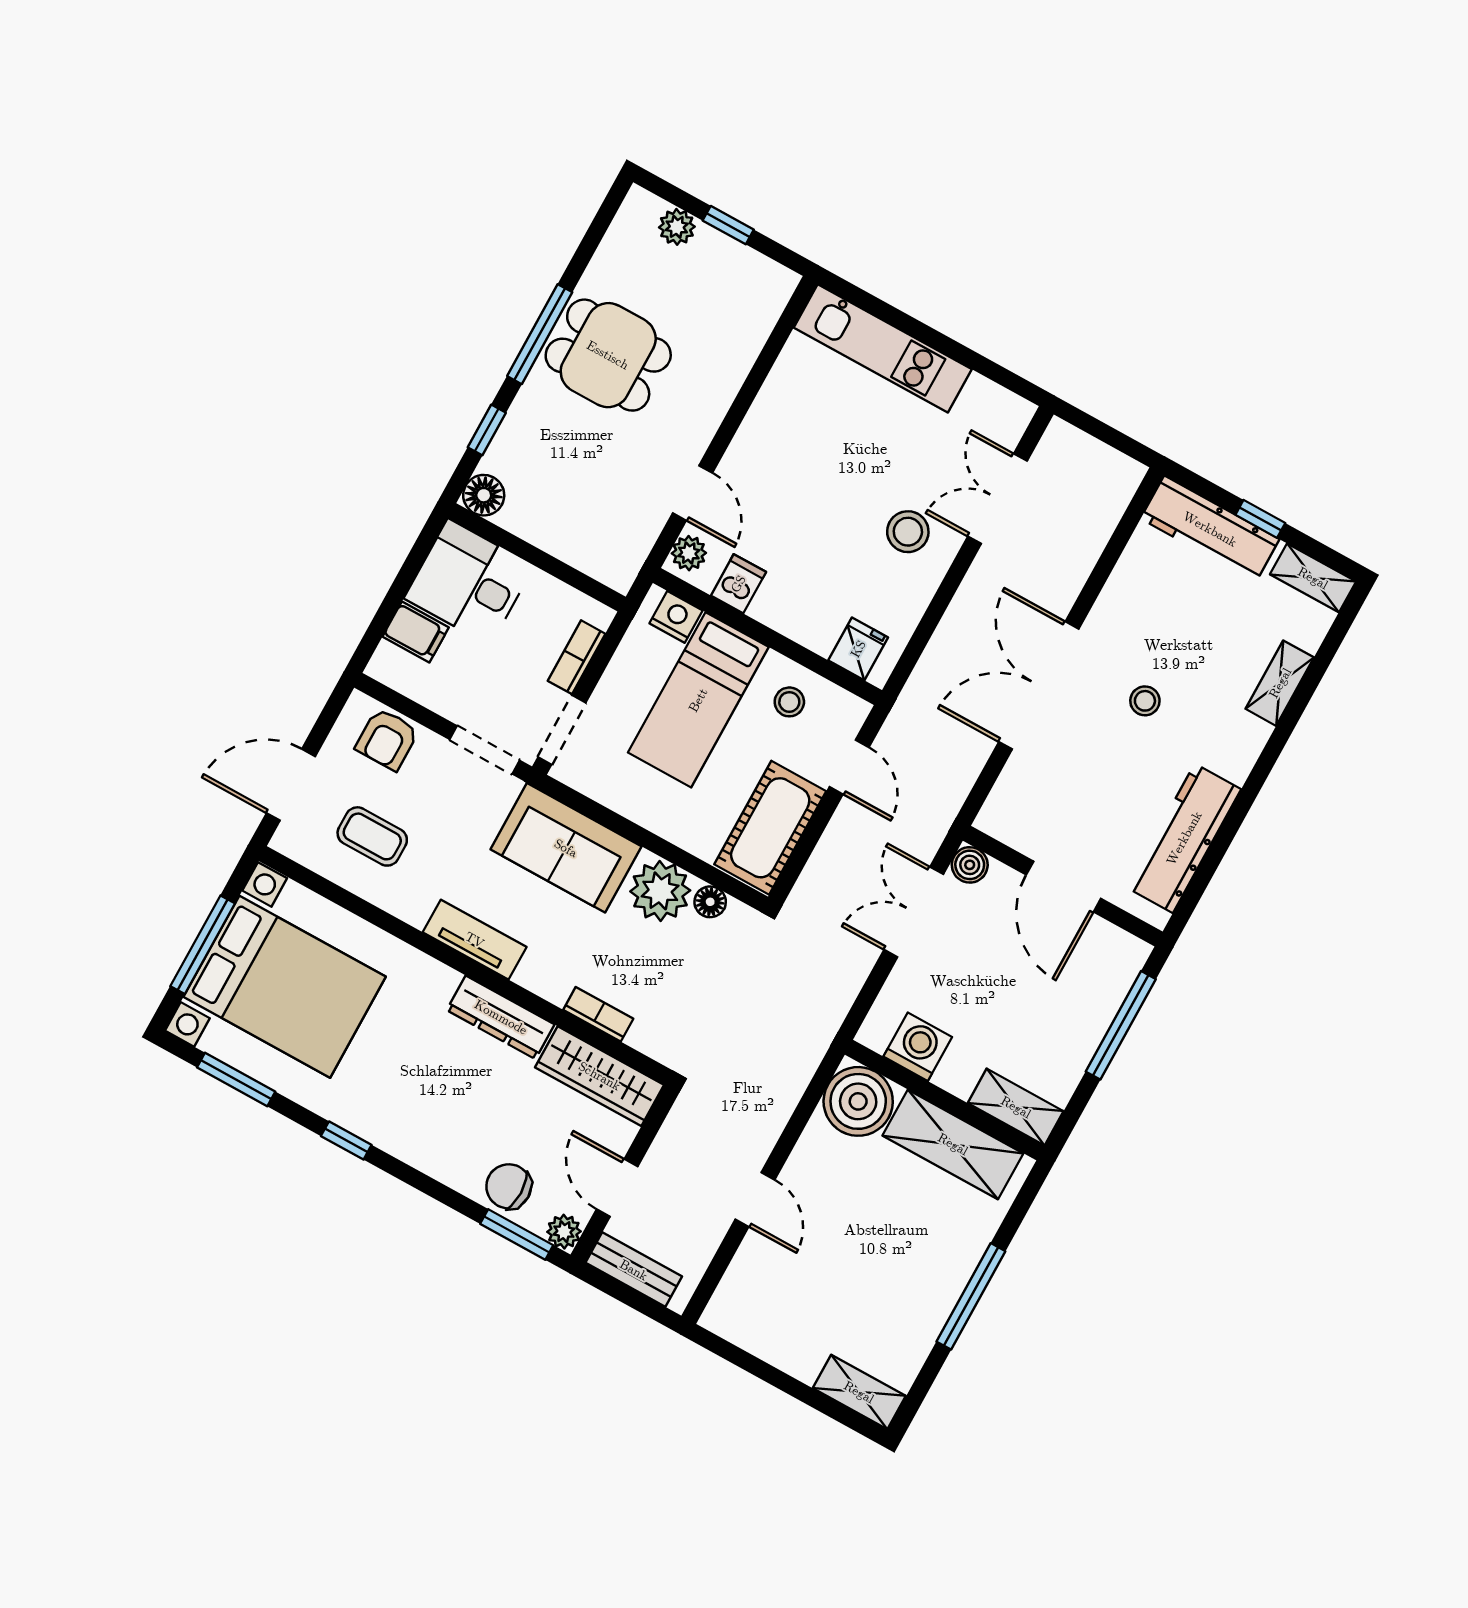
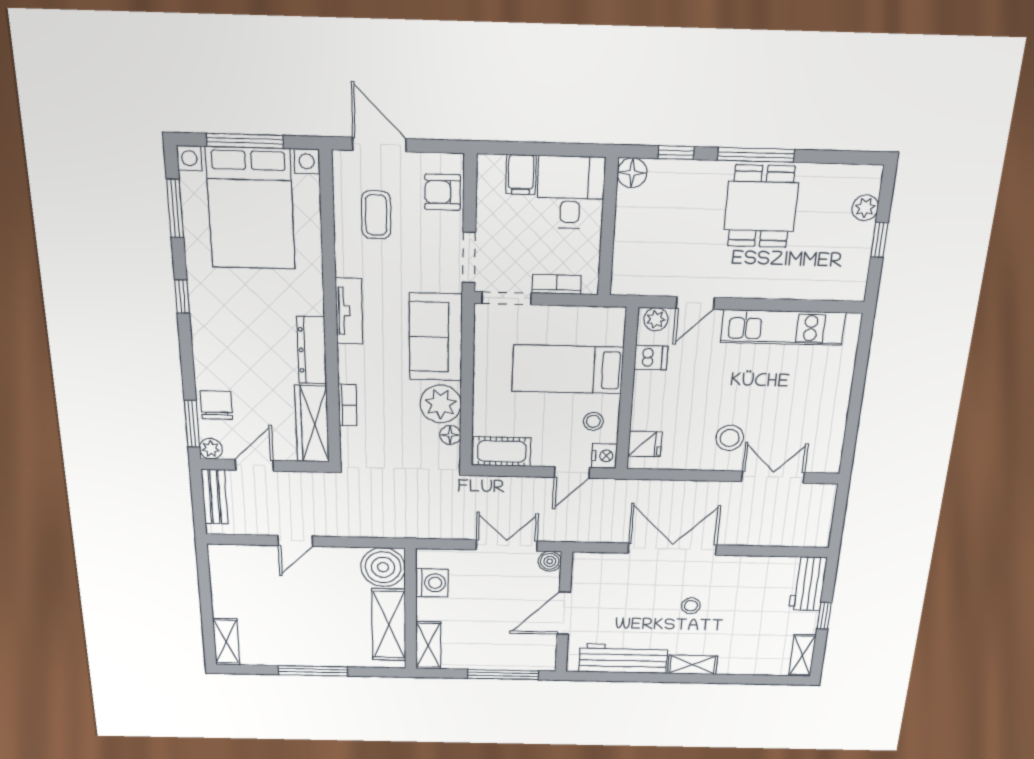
kitchen unit: (883, 348) -> (783, 327), moved, turned -90
workbench: (1210, 529) -> (808, 584), width x0.73
nightstand: (676, 617) -> (604, 456), moved
shelving: (1280, 683) -> (693, 665), moved
cot: (770, 828) -> (502, 451), width x0.73, depth x0.75

